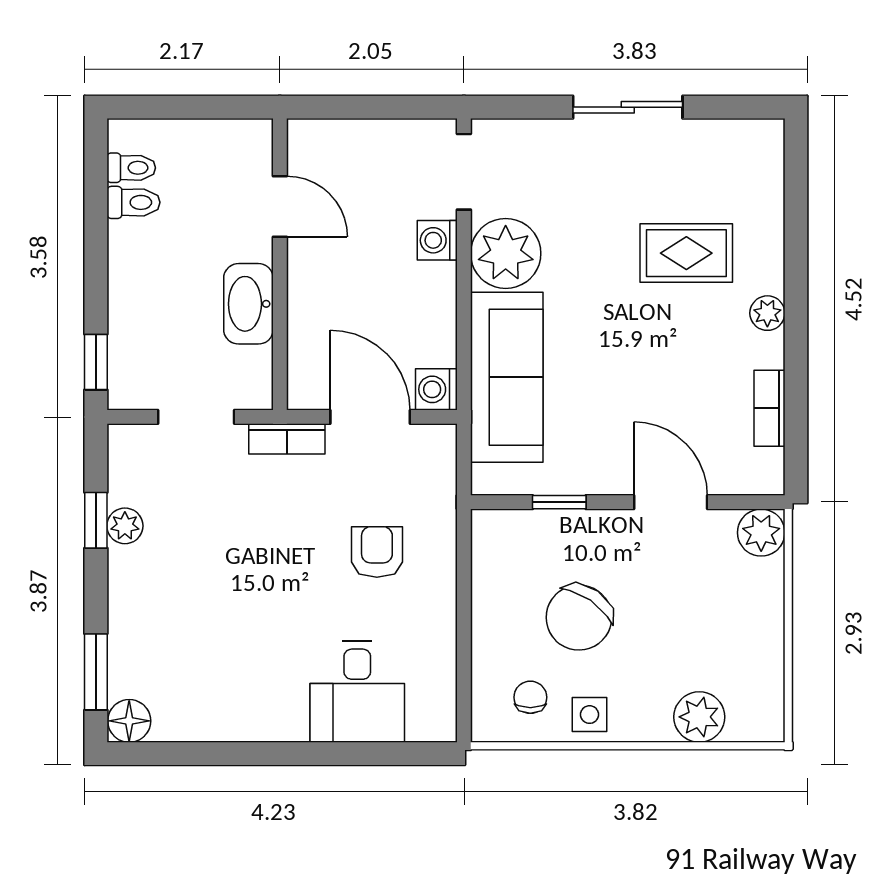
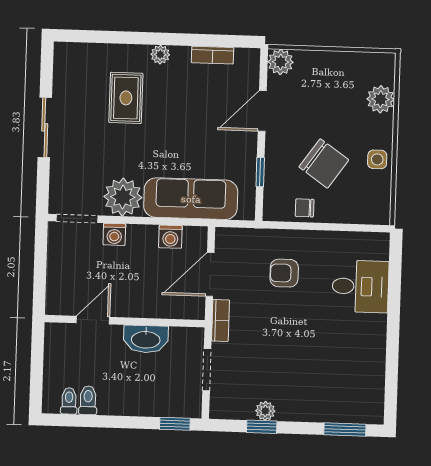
washing machine: (436, 389) -> (170, 237), moved
chair: (530, 697) -> (305, 208), moved
floor lamp: (129, 721) -> (372, 412), removed

